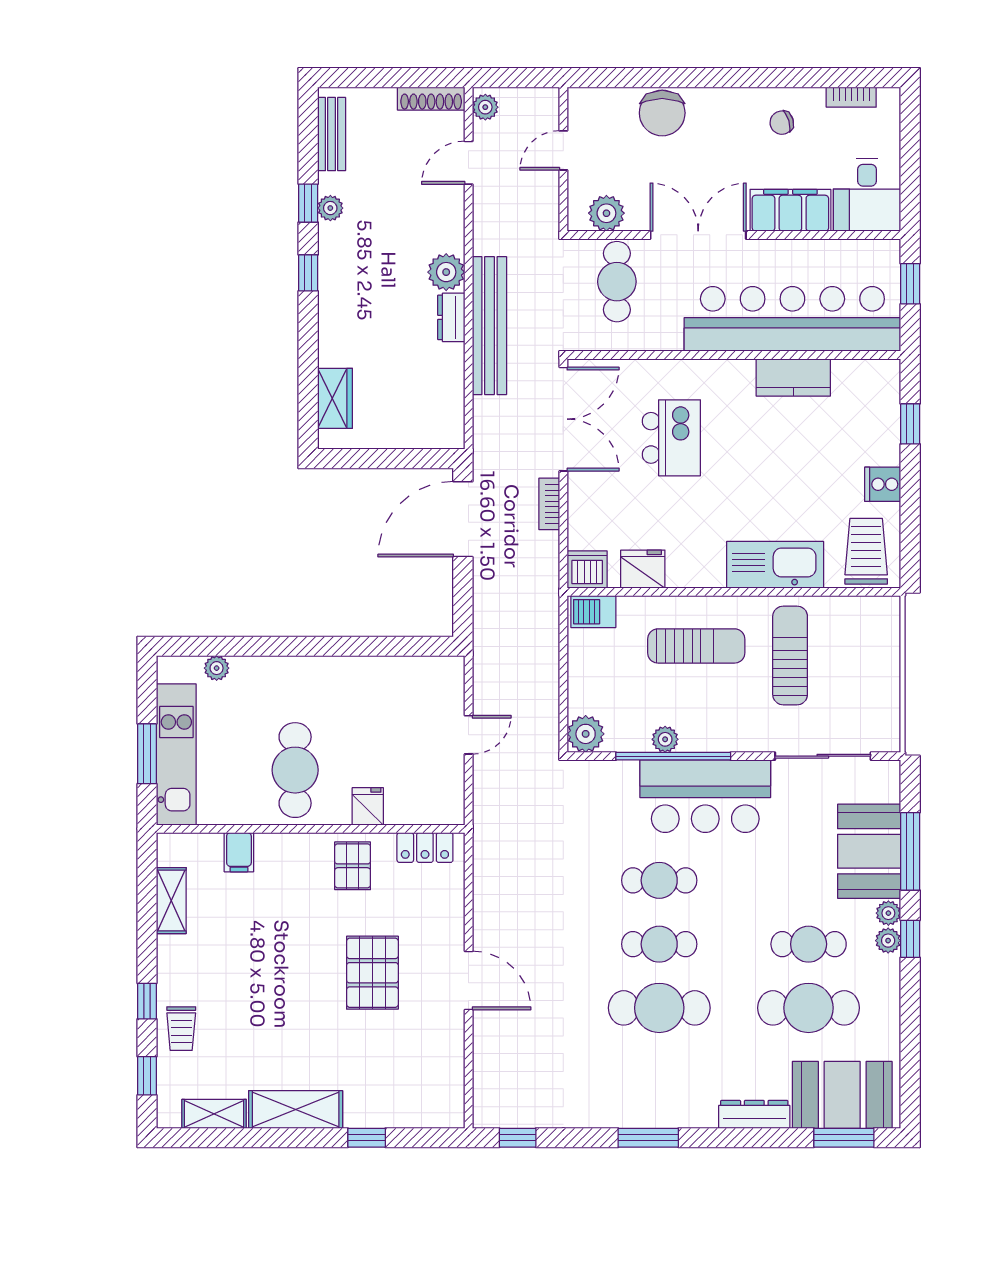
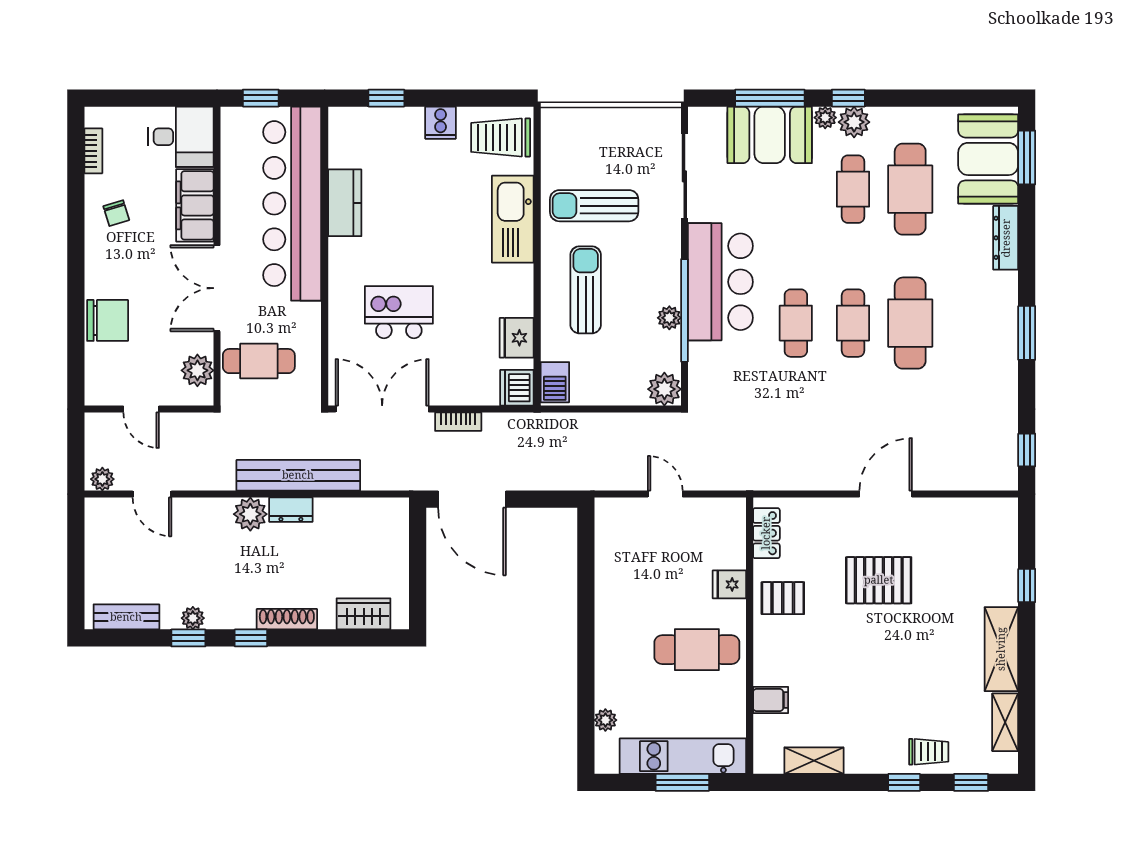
shoe rack: (431, 99) -> (287, 619), moved, turned -90
plant: (888, 941) -> (854, 122), width x1.38, depth x1.38

